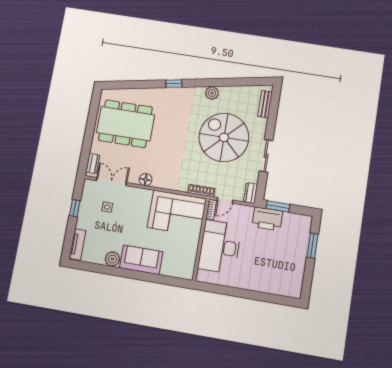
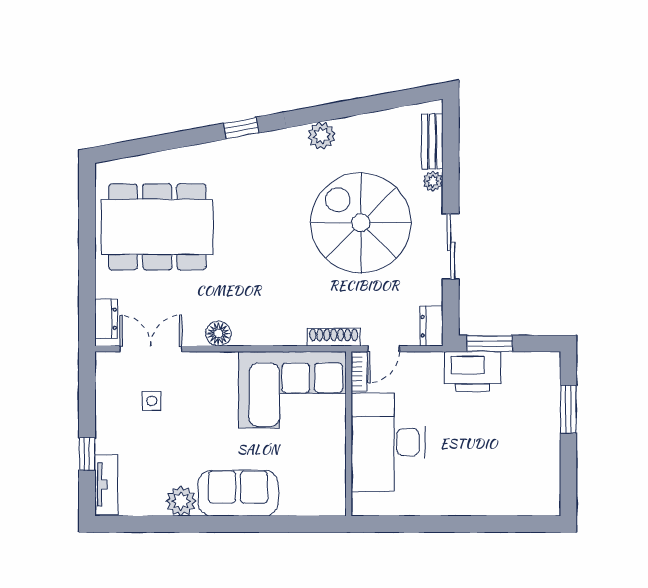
plant: (262, 123) -> (433, 181), added
window: (75, 208) -> (87, 454), moved

